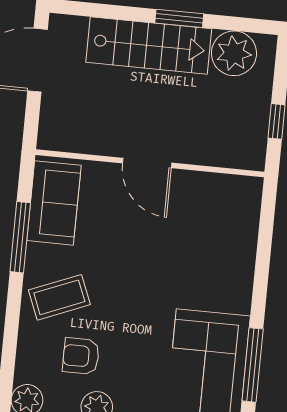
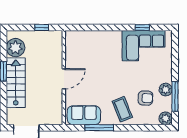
armchair: (81, 356) -> (145, 98), turned -88
window: (253, 365) -> (142, 28), width x0.46

